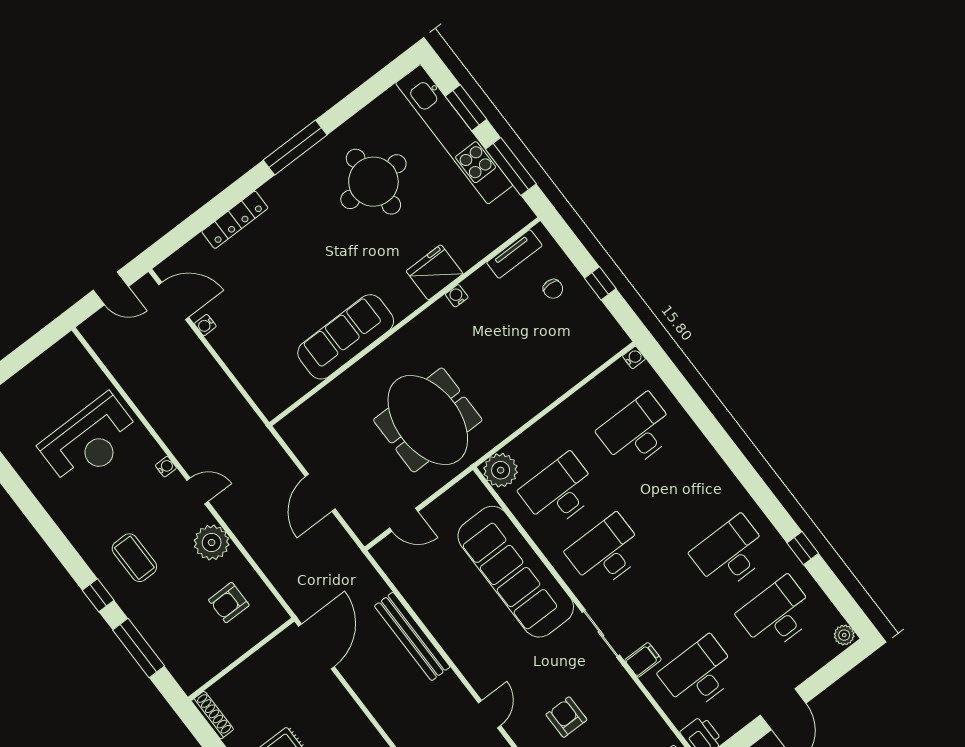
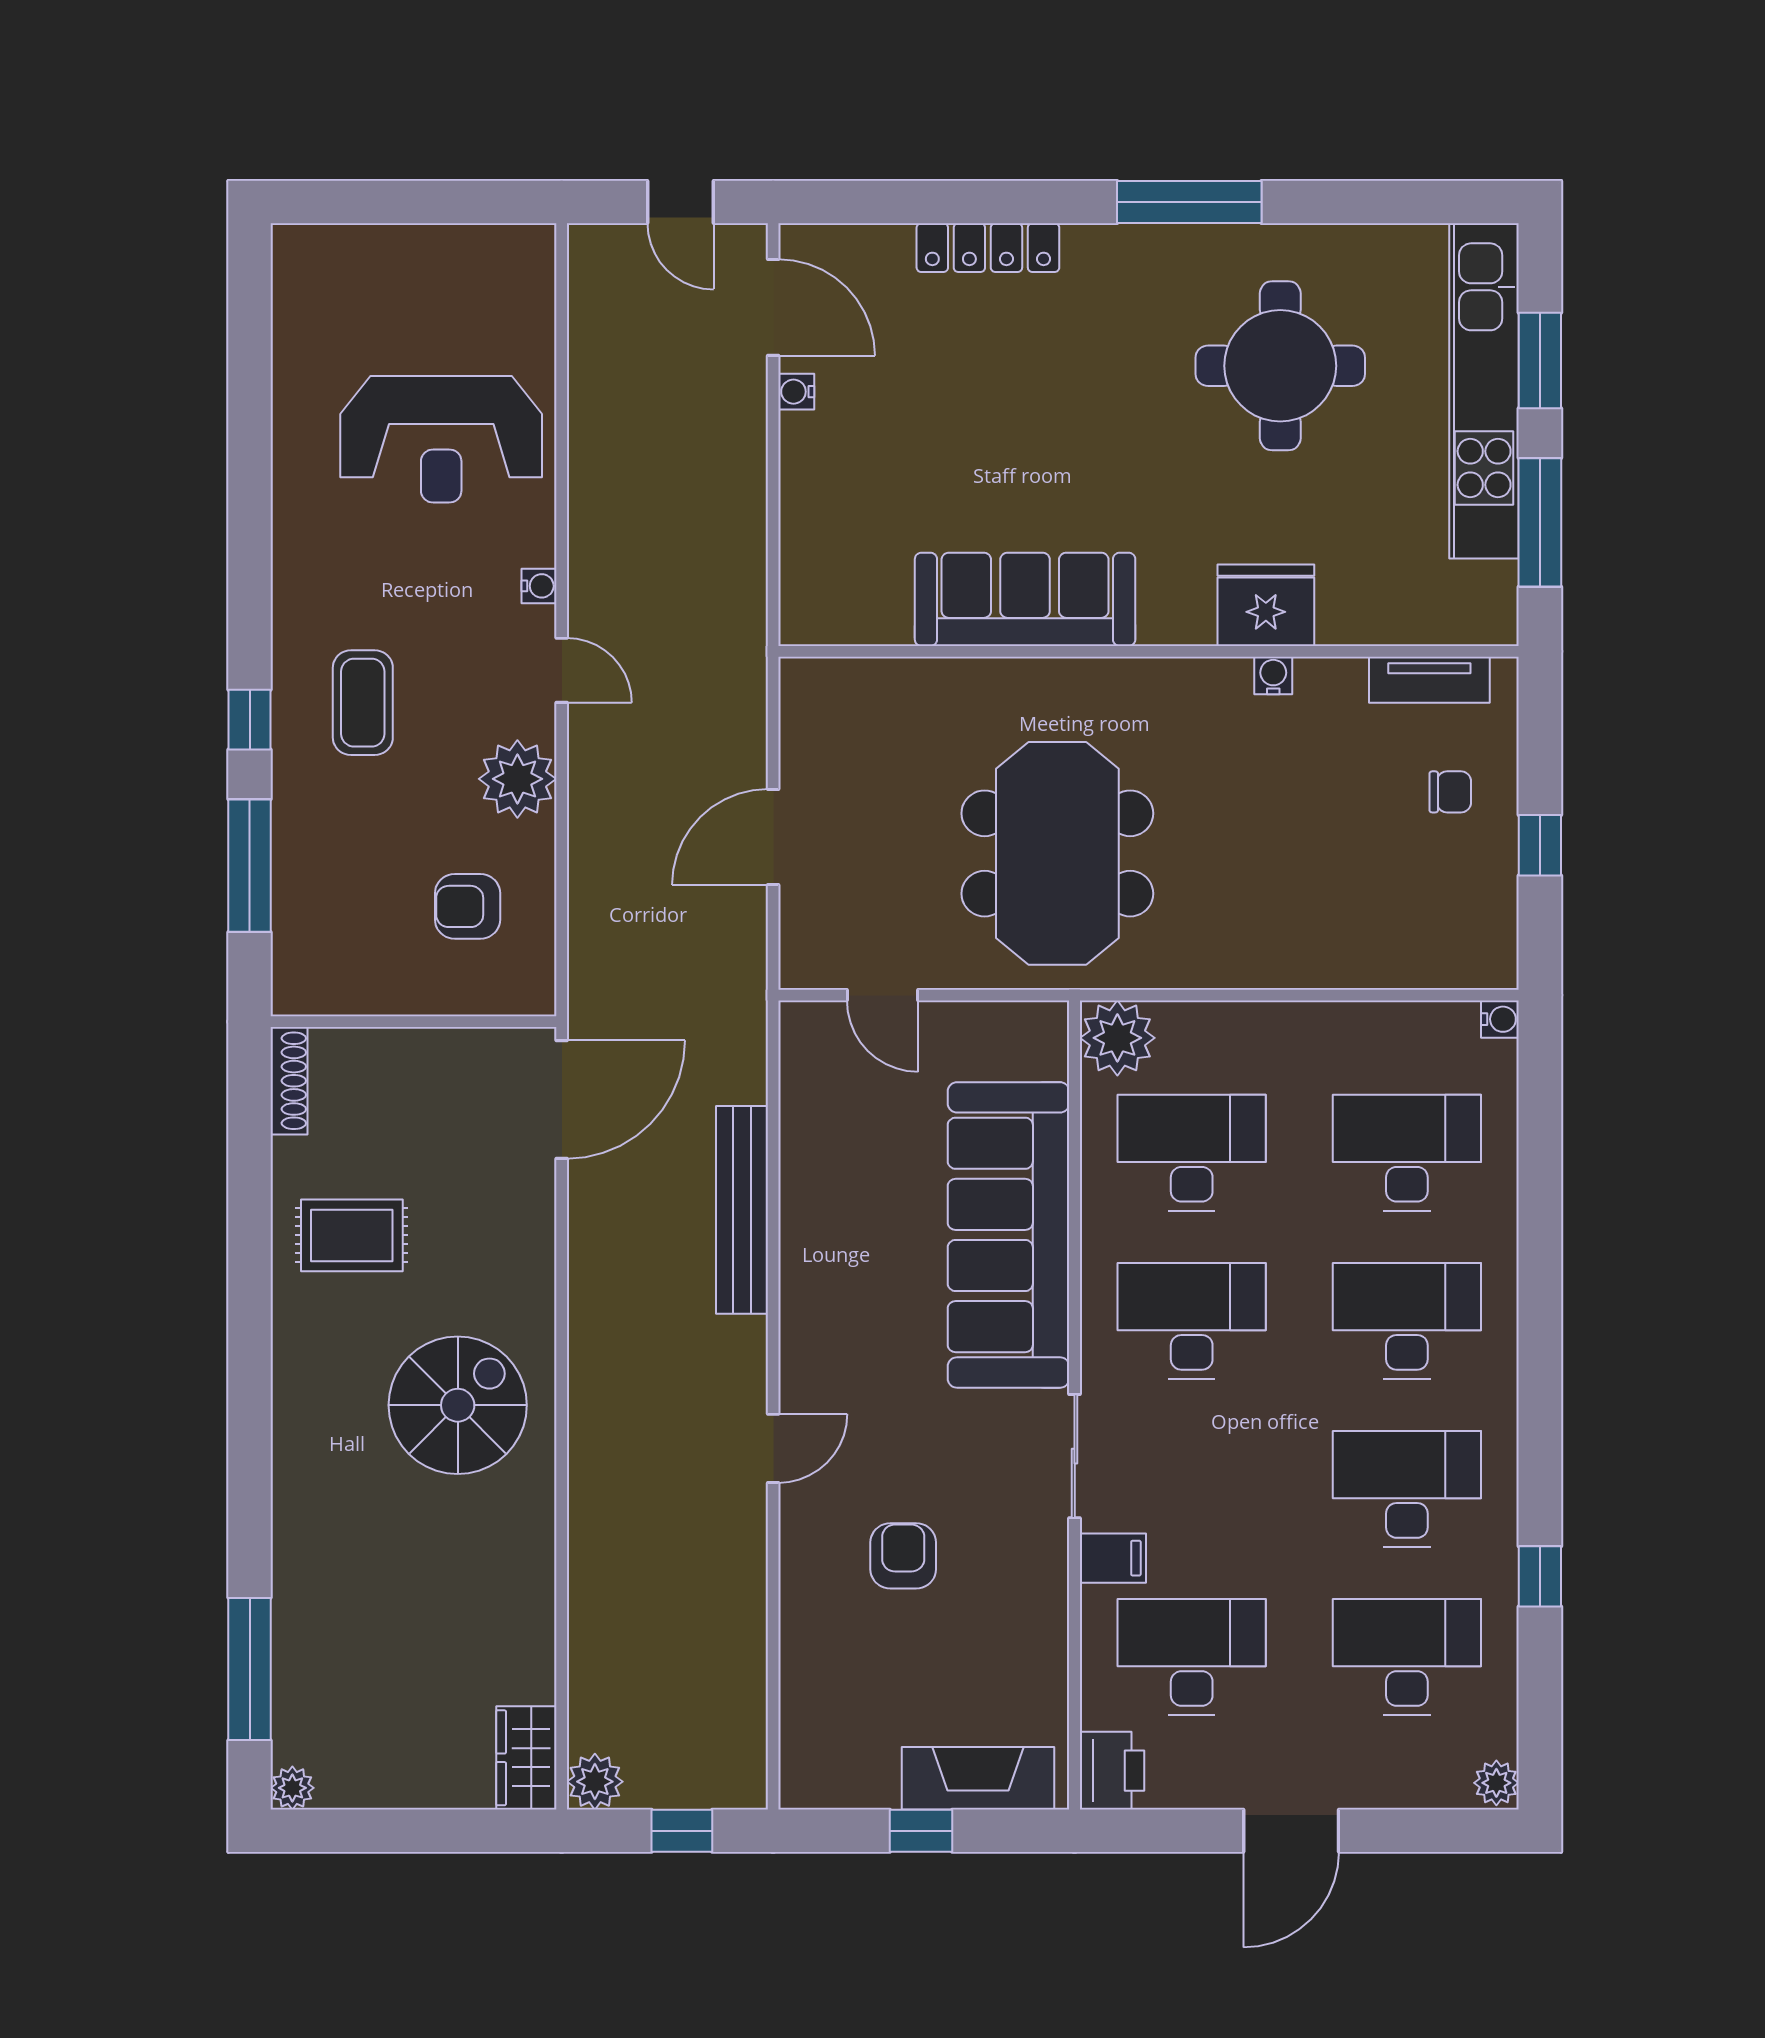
chair: (553, 289) -> (1450, 792), turned -92
desk: (684, 493) -> (1407, 1321), added

